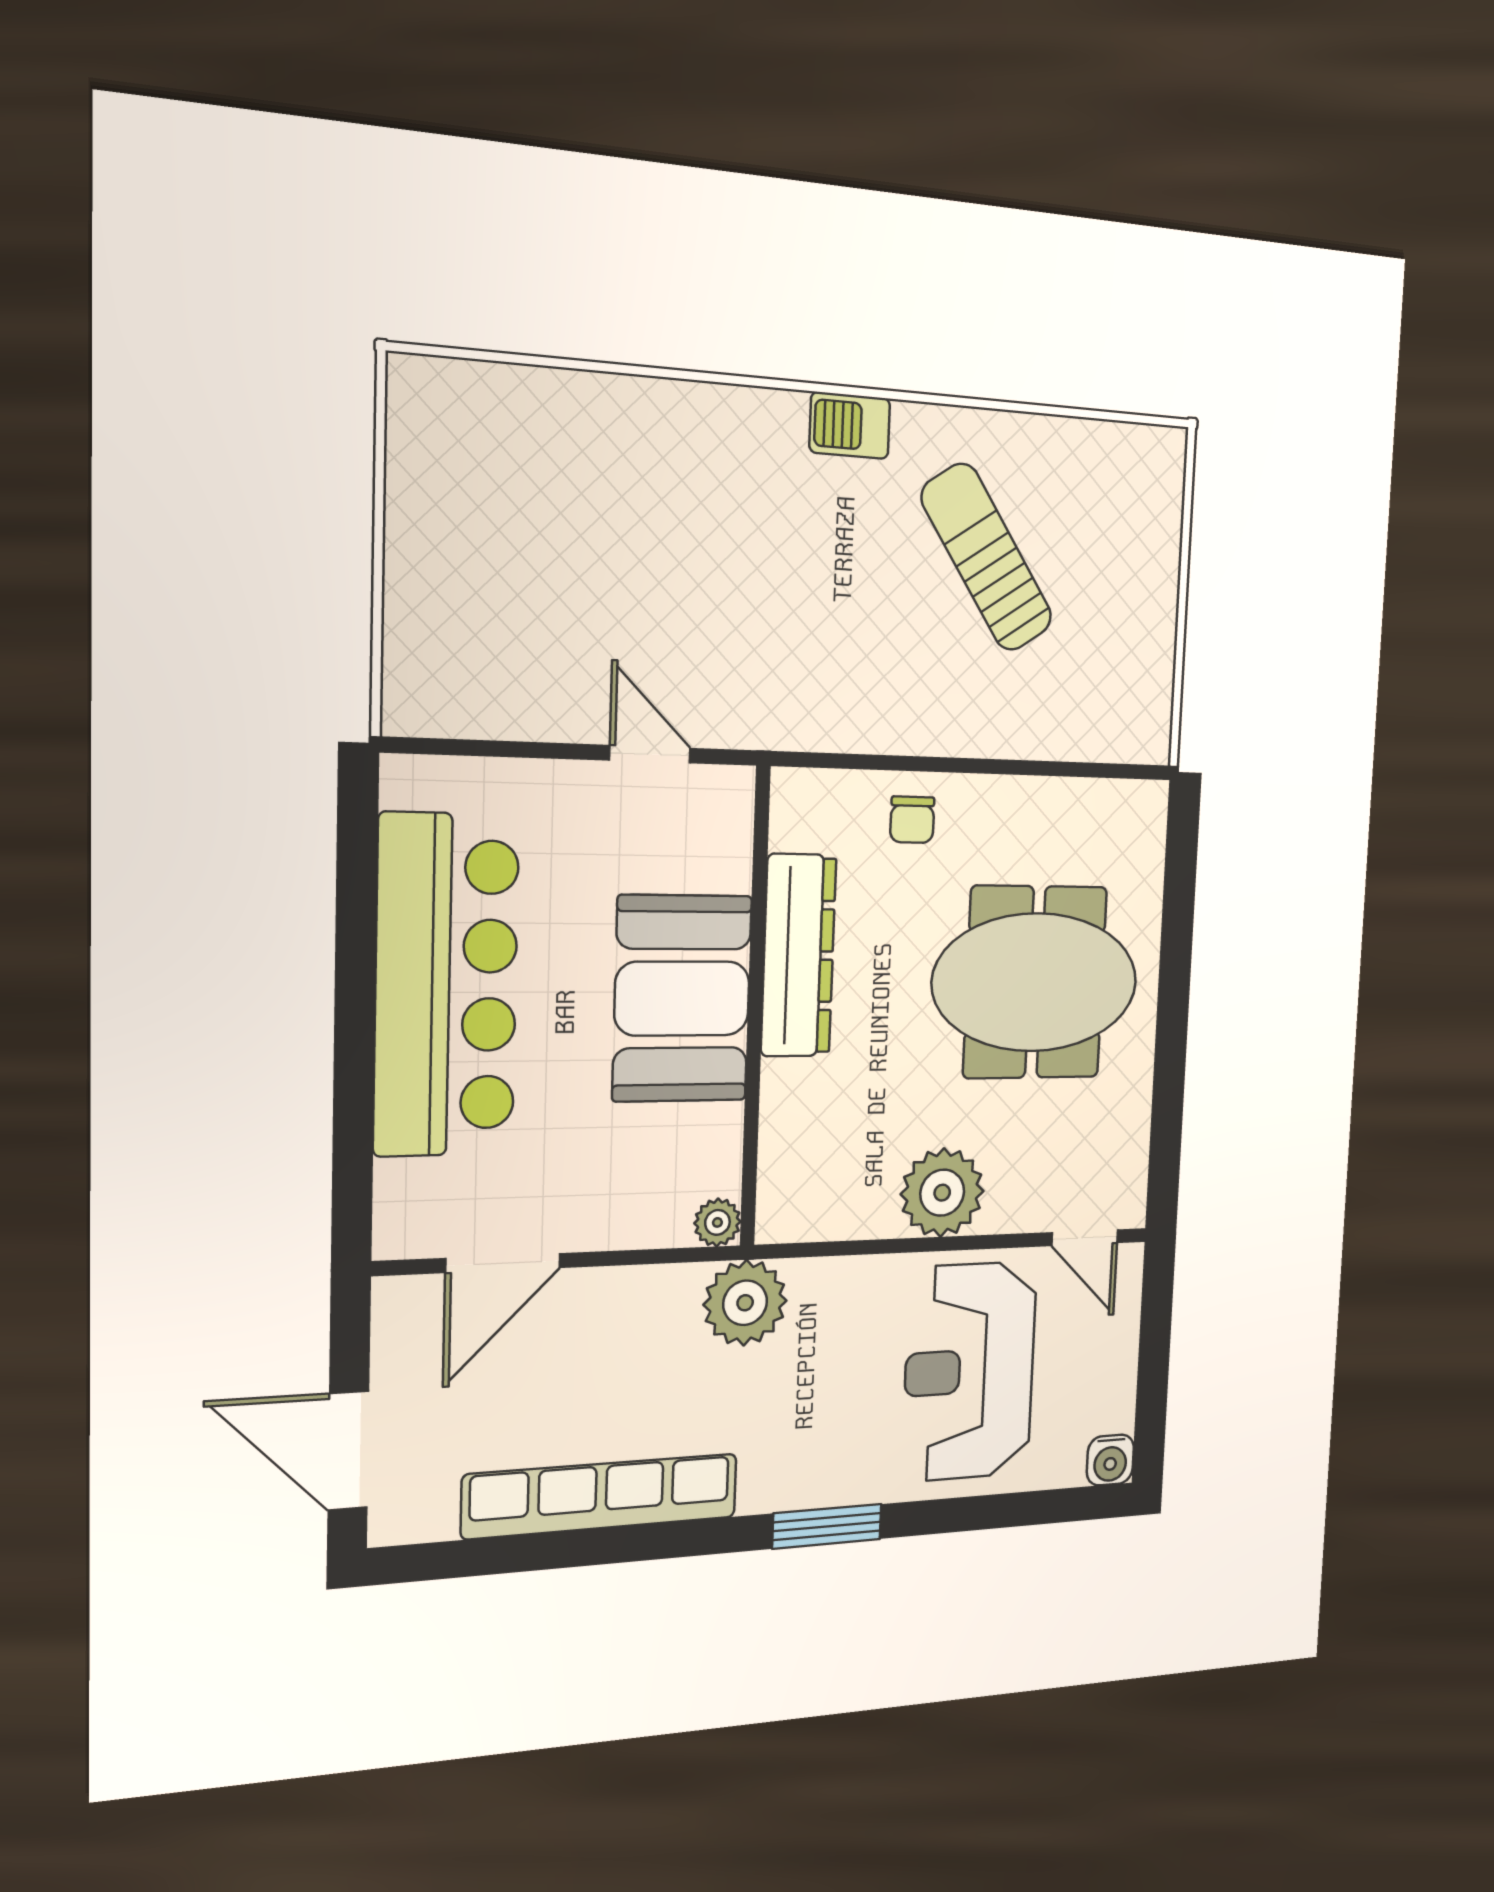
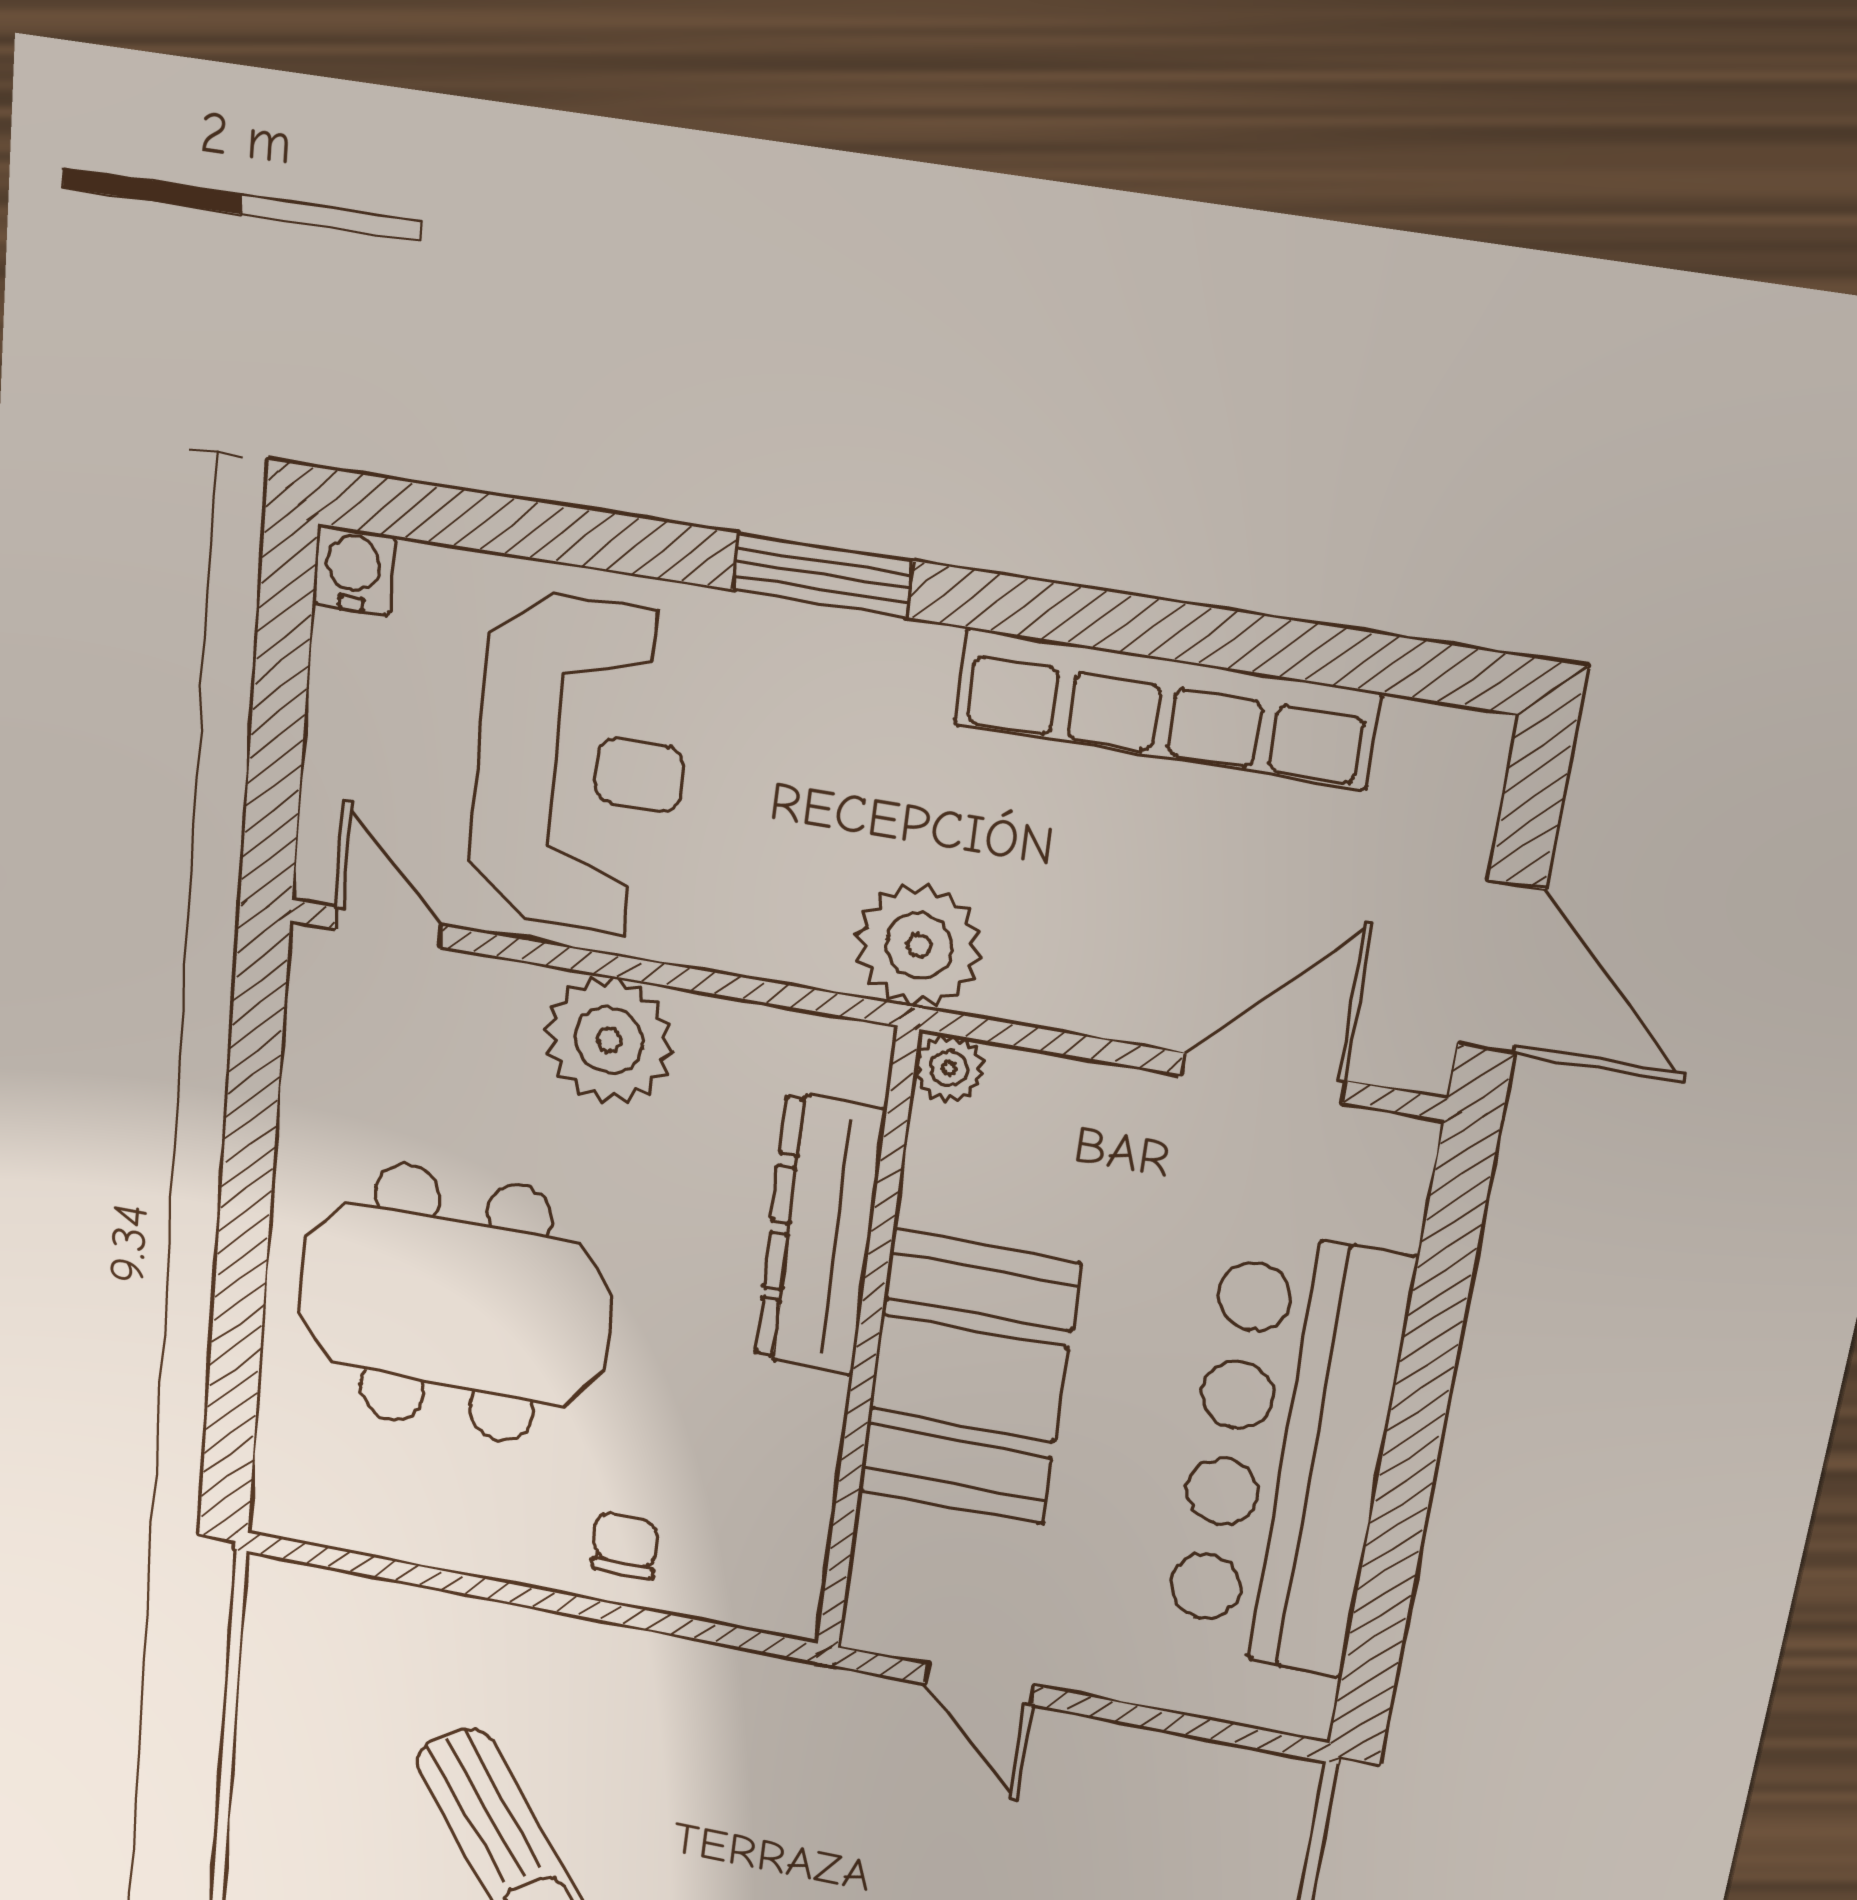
dresser: (798, 956) -> (820, 1235), moved
door: (348, 1451) -> (1501, 967), moved

